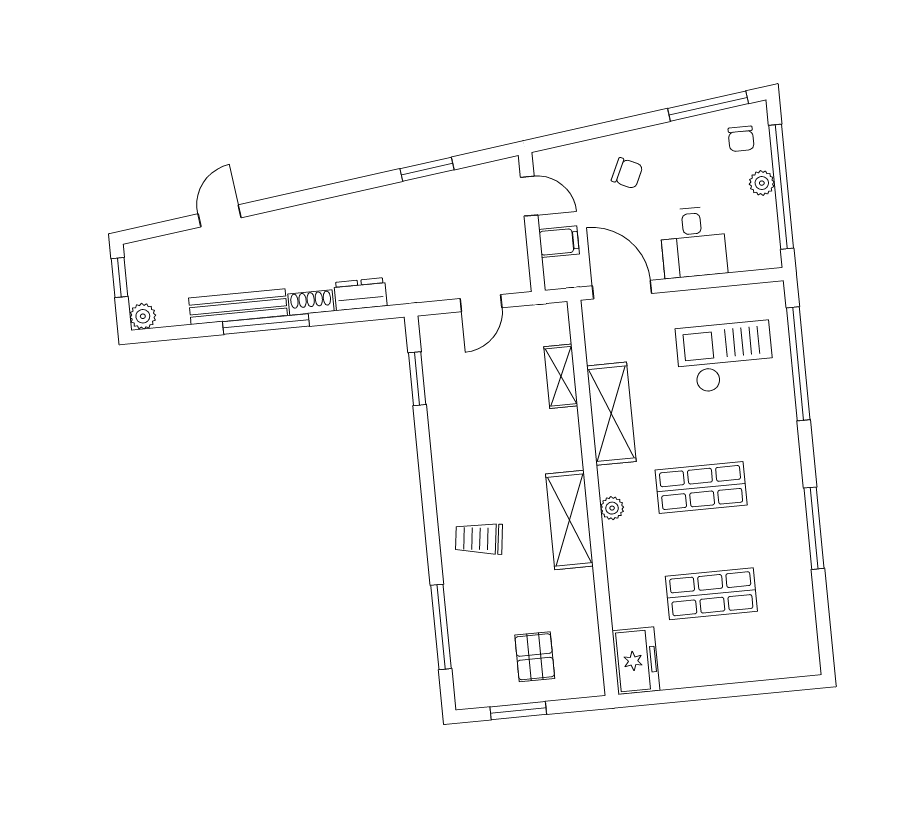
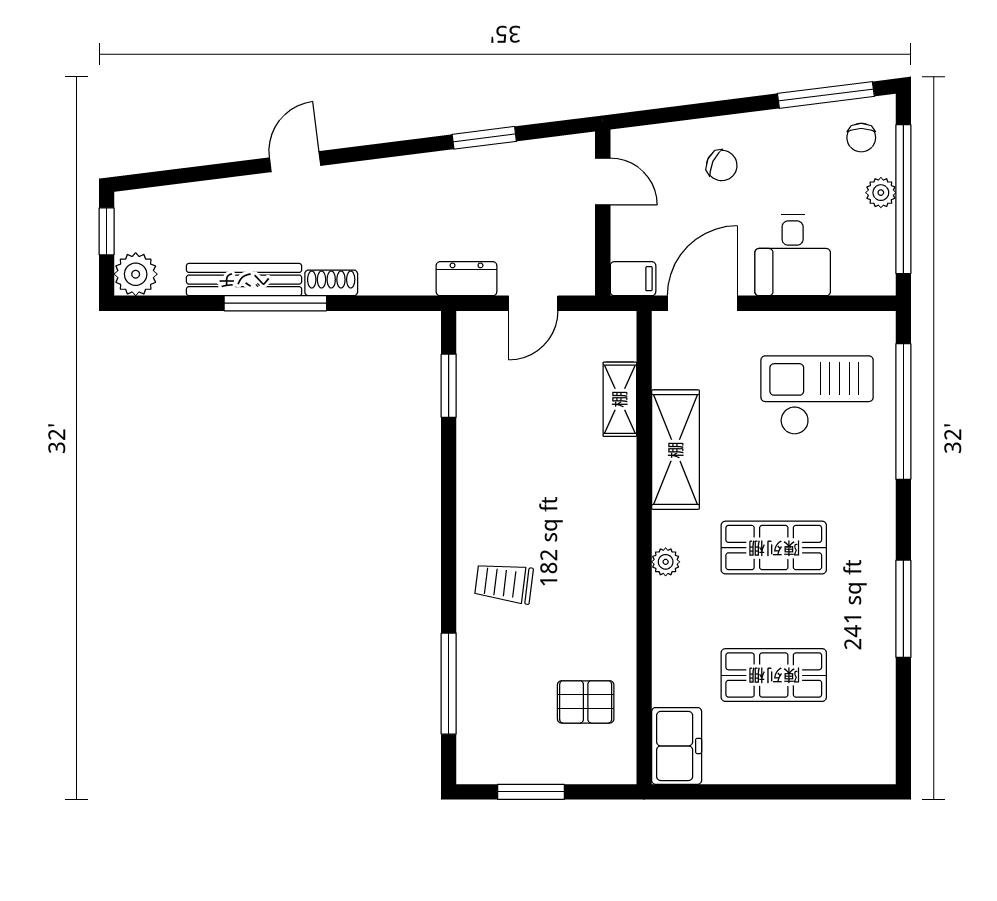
door: (220, 216) -> (295, 162), moved
filing cabinet: (559, 242) -> (633, 279), moved
door: (622, 290) -> (702, 303), hinge flipped
dresser: (360, 294) -> (466, 279), moved
plant: (143, 316) -> (136, 274), width x1.38, depth x1.38
shelving: (569, 520) -> (614, 571), removed
pallet: (535, 657) -> (586, 702), moved, turned 90

